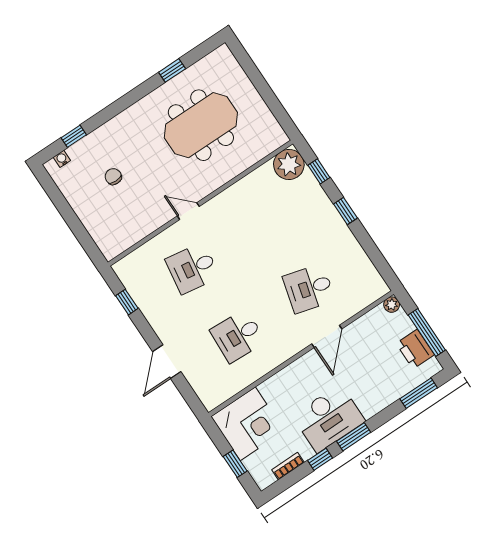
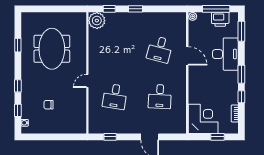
window: (111, 112) -> (18, 86), added
desk: (329, 418) -> (225, 54), moved

